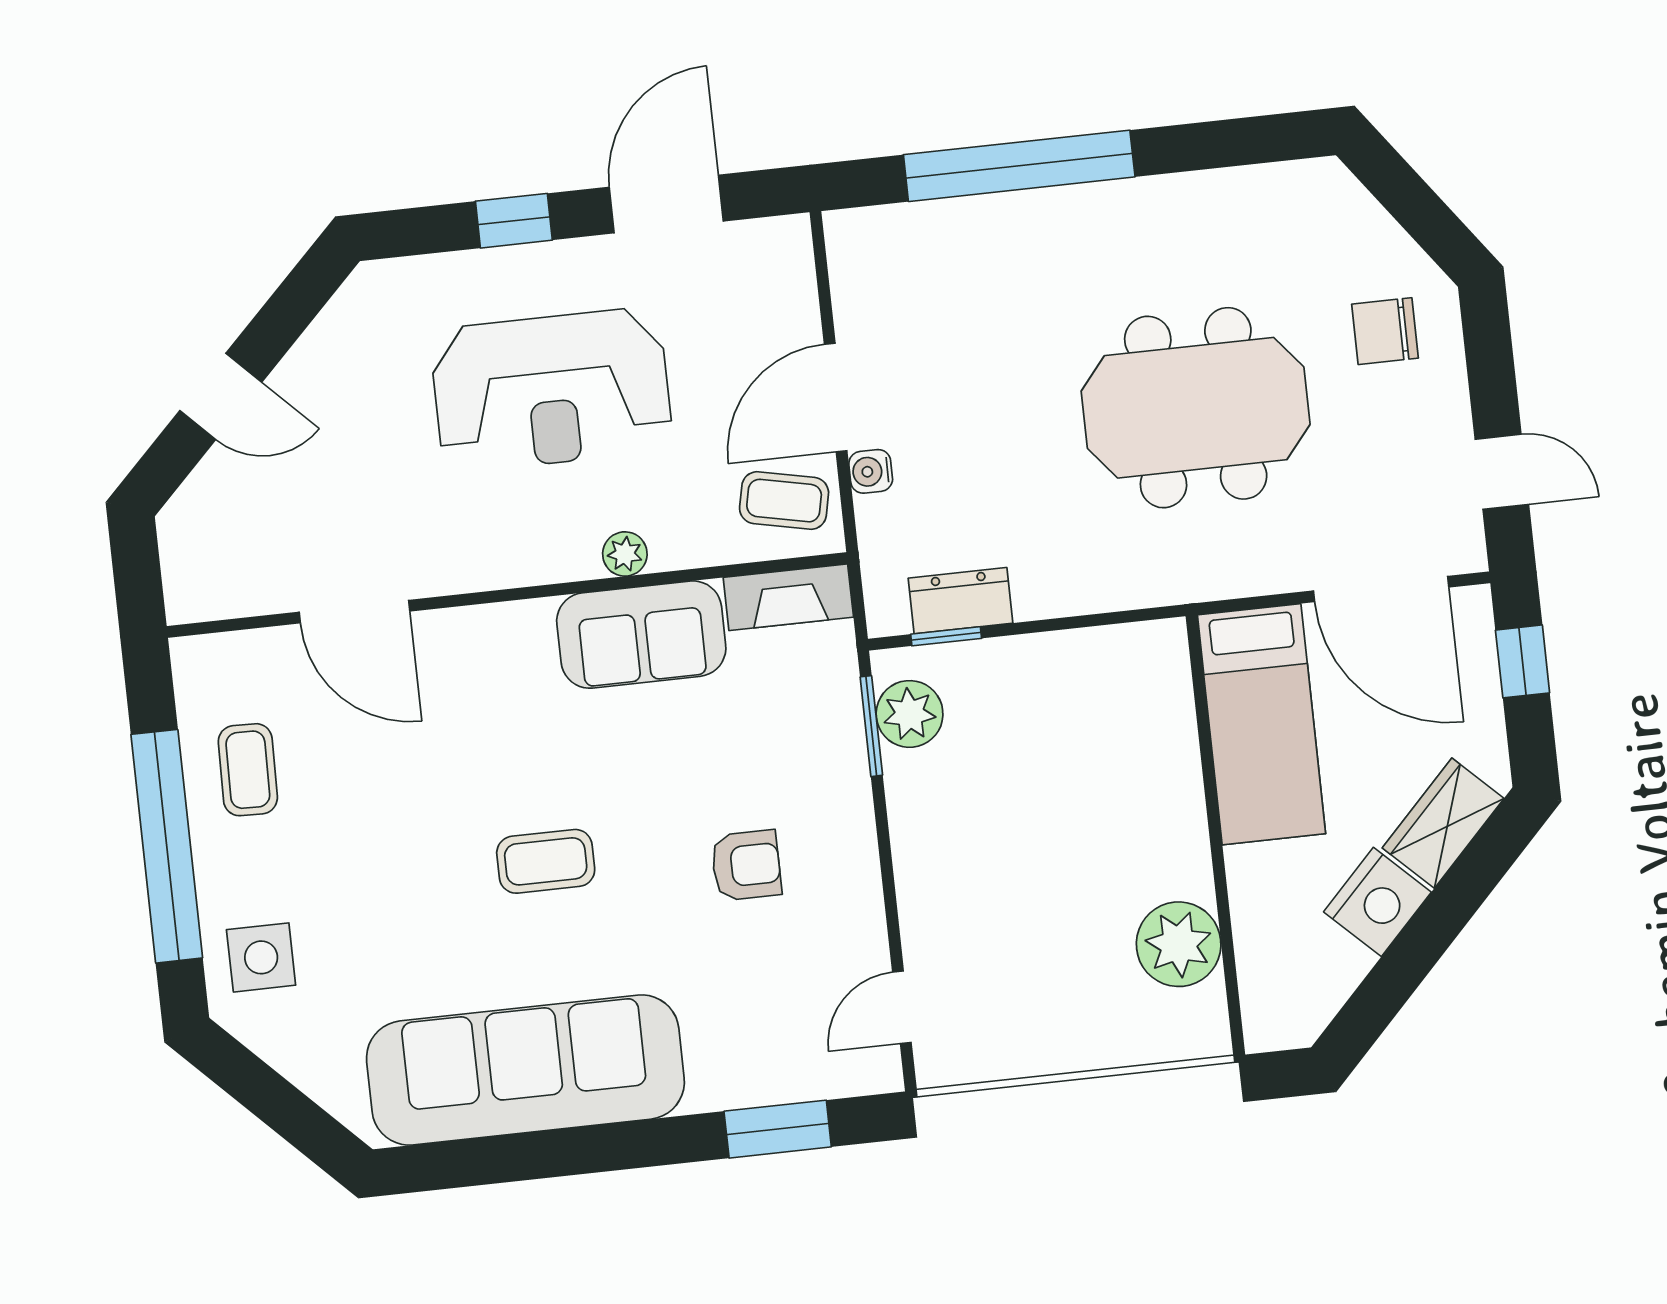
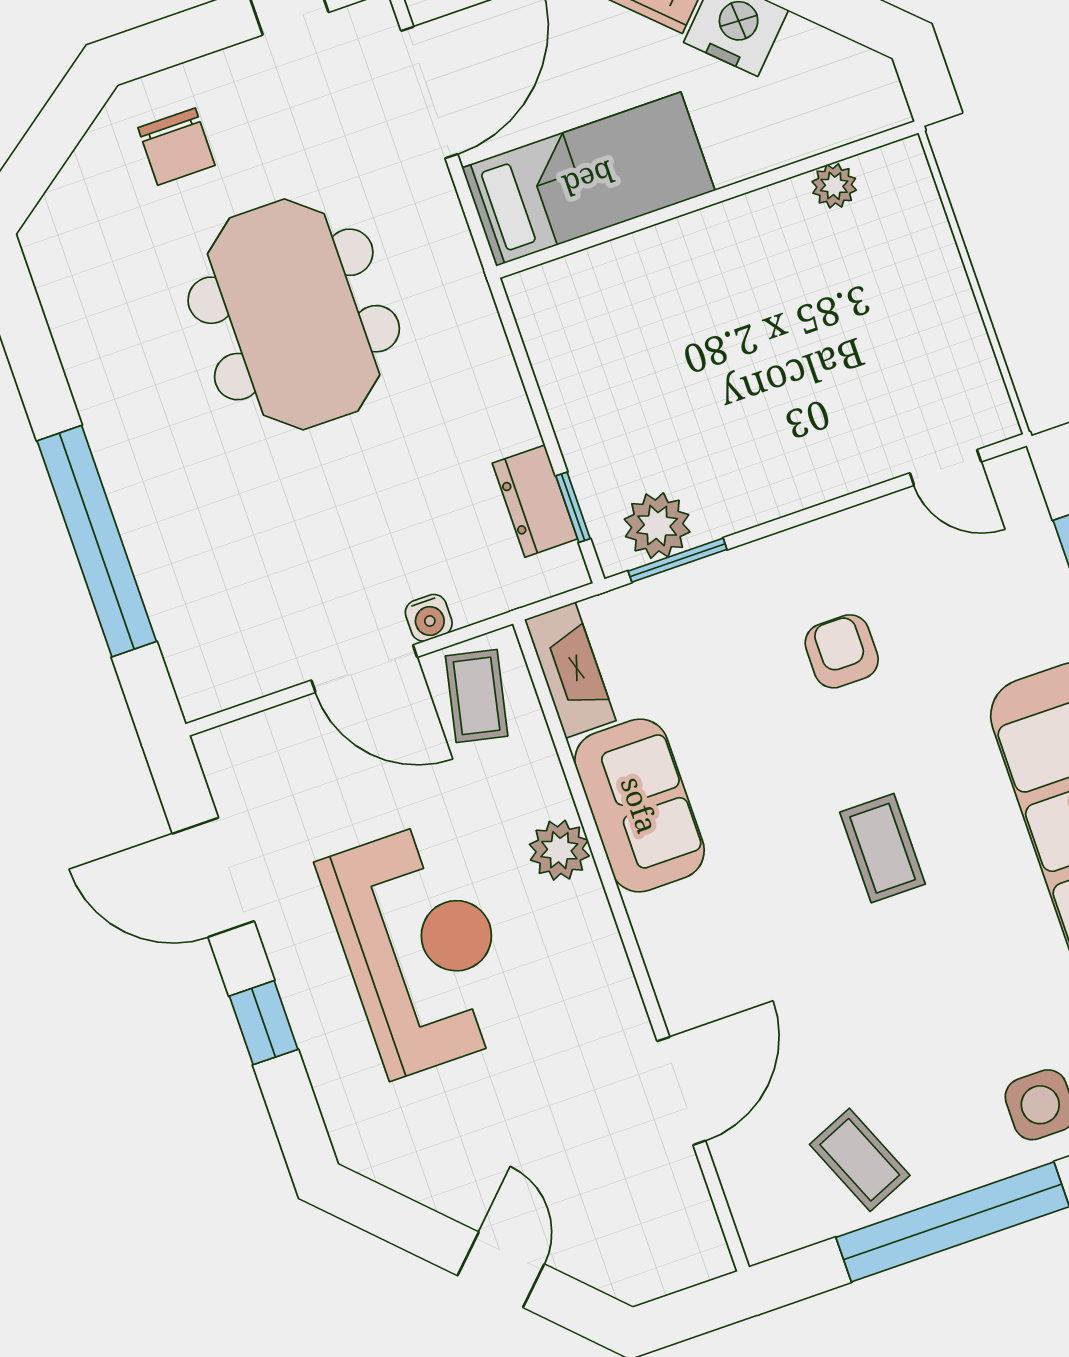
plant: (625, 554) -> (559, 850), width x1.38, depth x1.38
coffee table: (248, 770) -> (860, 1160), turned 66
plant: (1179, 944) -> (834, 186), width x0.53, depth x0.53

